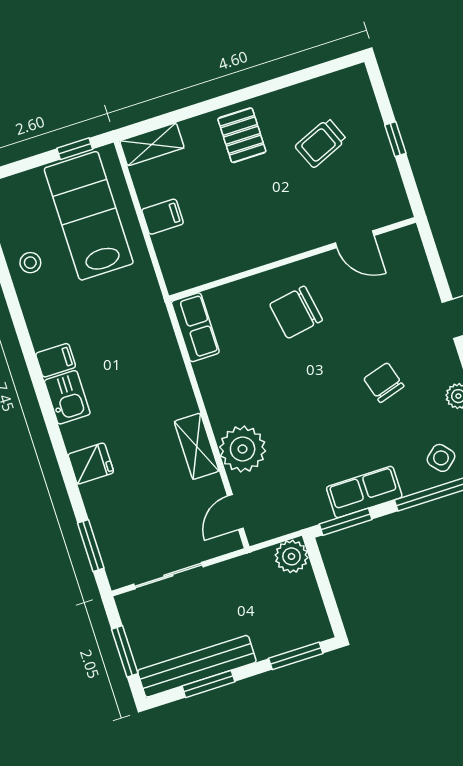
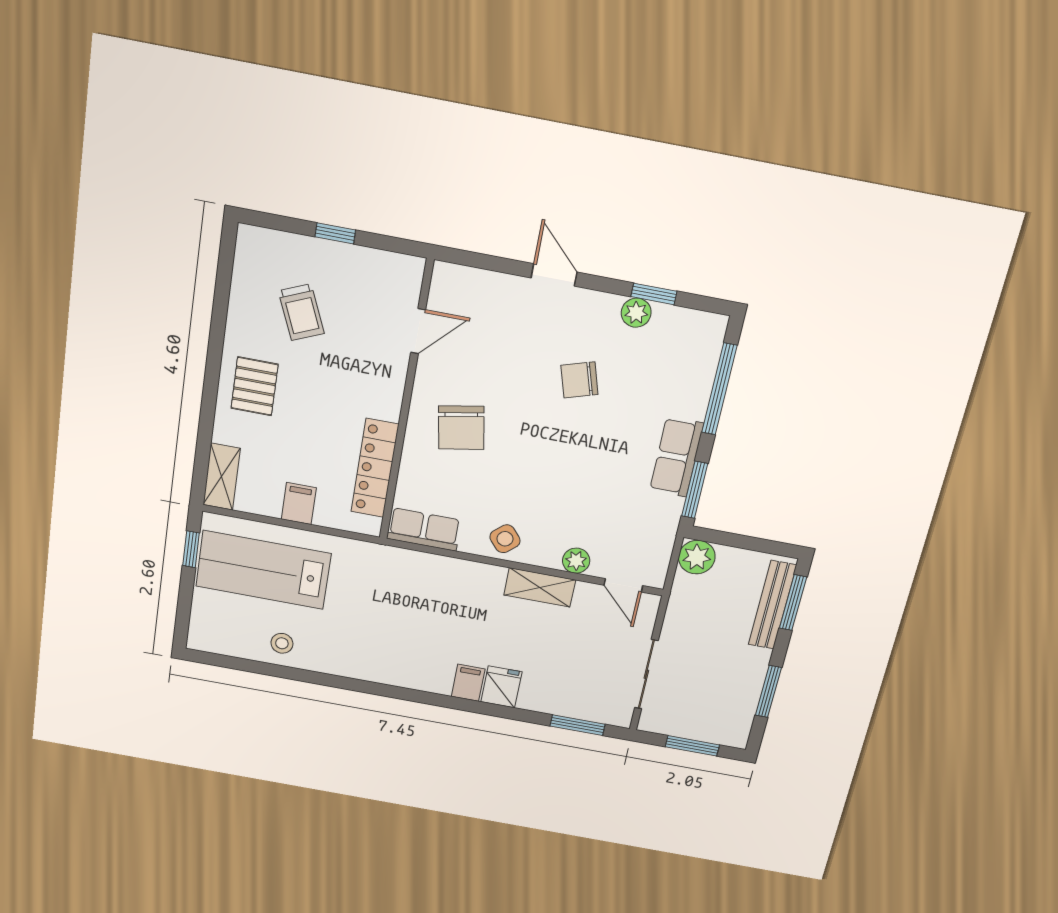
pallet: (242, 135) -> (255, 386), turned 90
locker: (226, 262) -> (375, 468), added
filing cabinet: (56, 360) -> (468, 683), moved
kitchen sink: (67, 397) -> (428, 676), removed
plant: (243, 449) -> (576, 561), width x0.53, depth x0.53
side table: (441, 458) -> (505, 539), moved
bench: (197, 666) -> (772, 605), moved, width x0.73, depth x0.82

